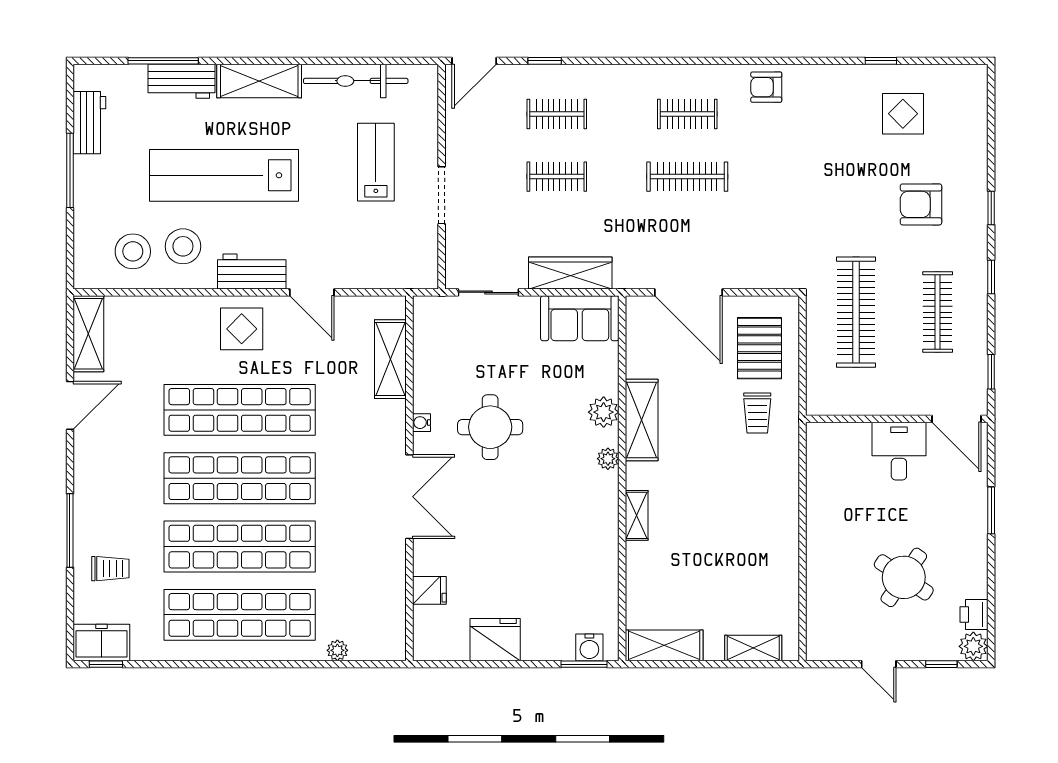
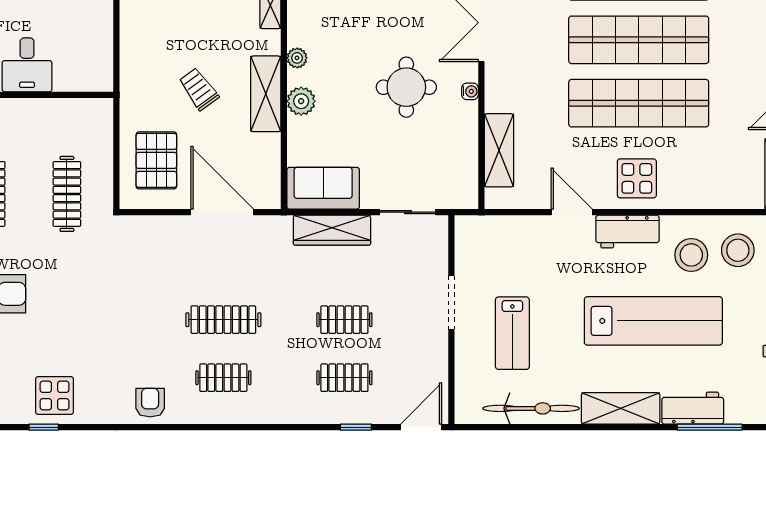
armchair: (766, 87) -> (150, 403), turned -90
display table: (903, 114) -> (55, 395), moved
clothes rail: (856, 312) -> (67, 194), width x0.73, depth x0.76
trolley: (757, 413) -> (199, 89), moved, turned -36

